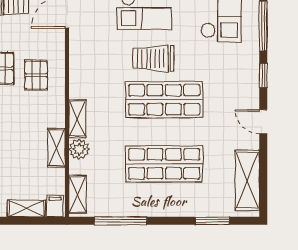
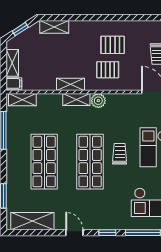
trolley: (153, 59) -> (120, 154), width x0.73, depth x0.72
door: (263, 122) -> (74, 233), hinge flipped
shelving: (56, 148) -> (70, 84), moved
plant: (79, 149) -> (98, 101), moved

